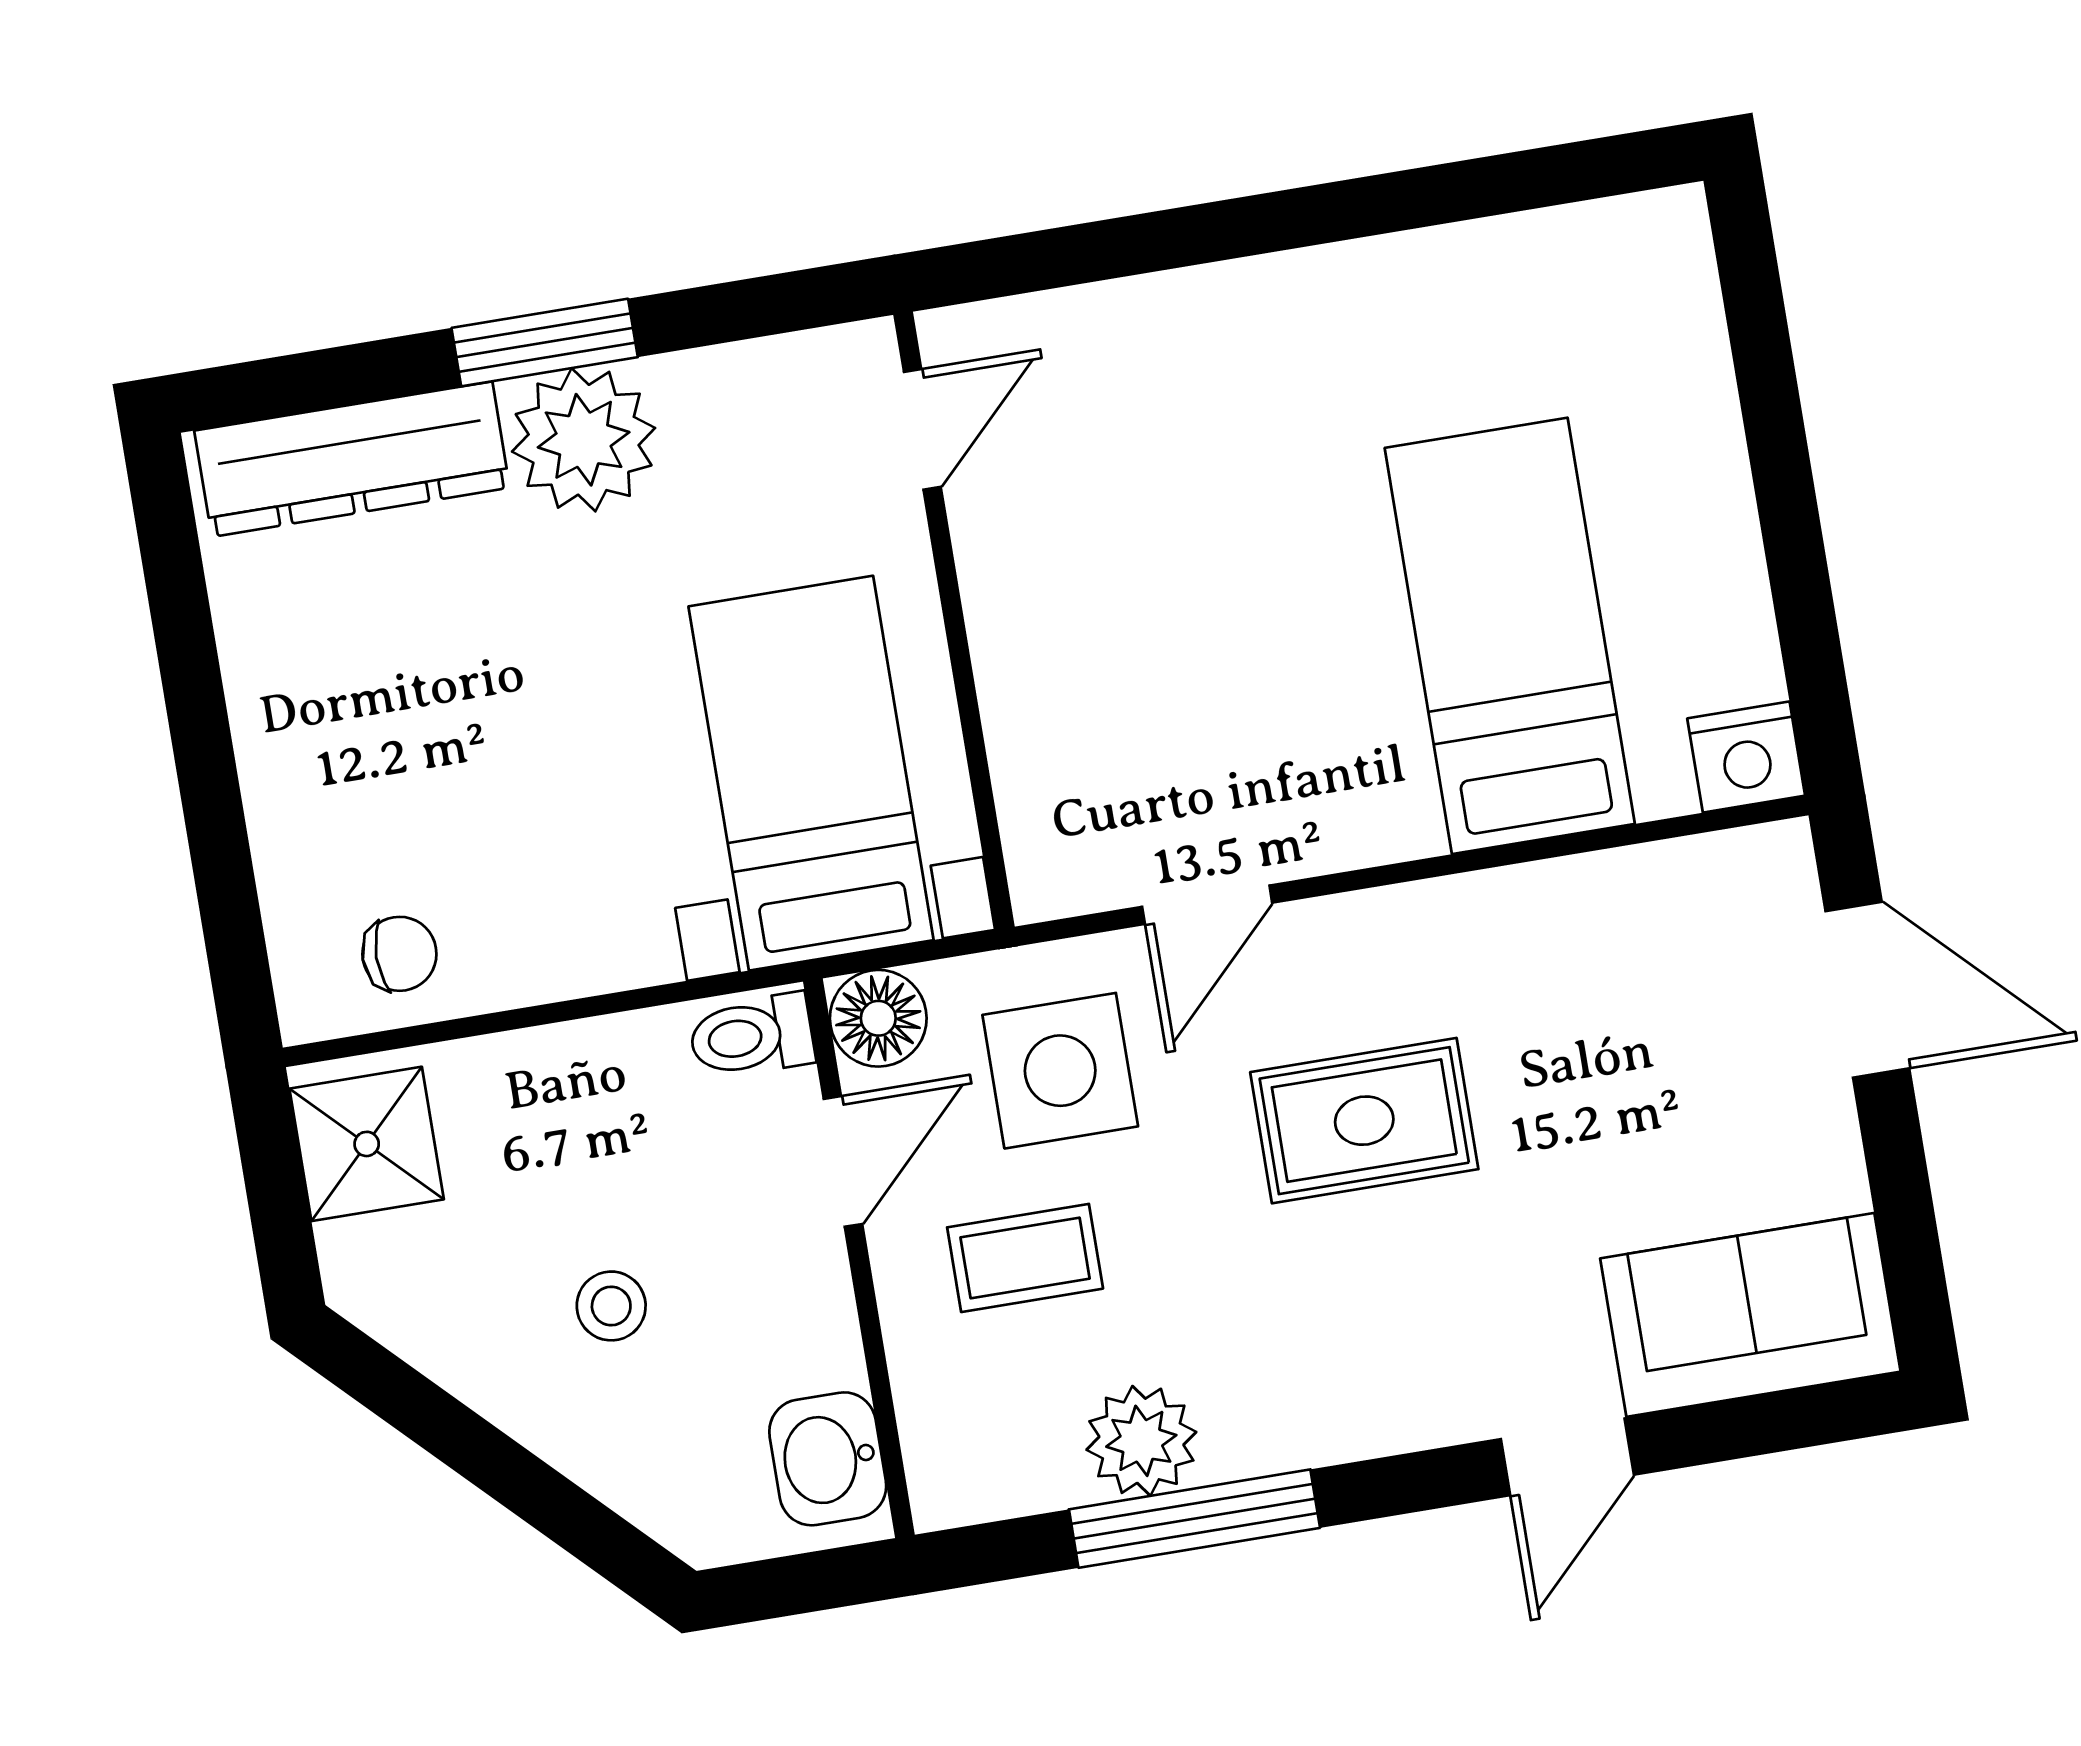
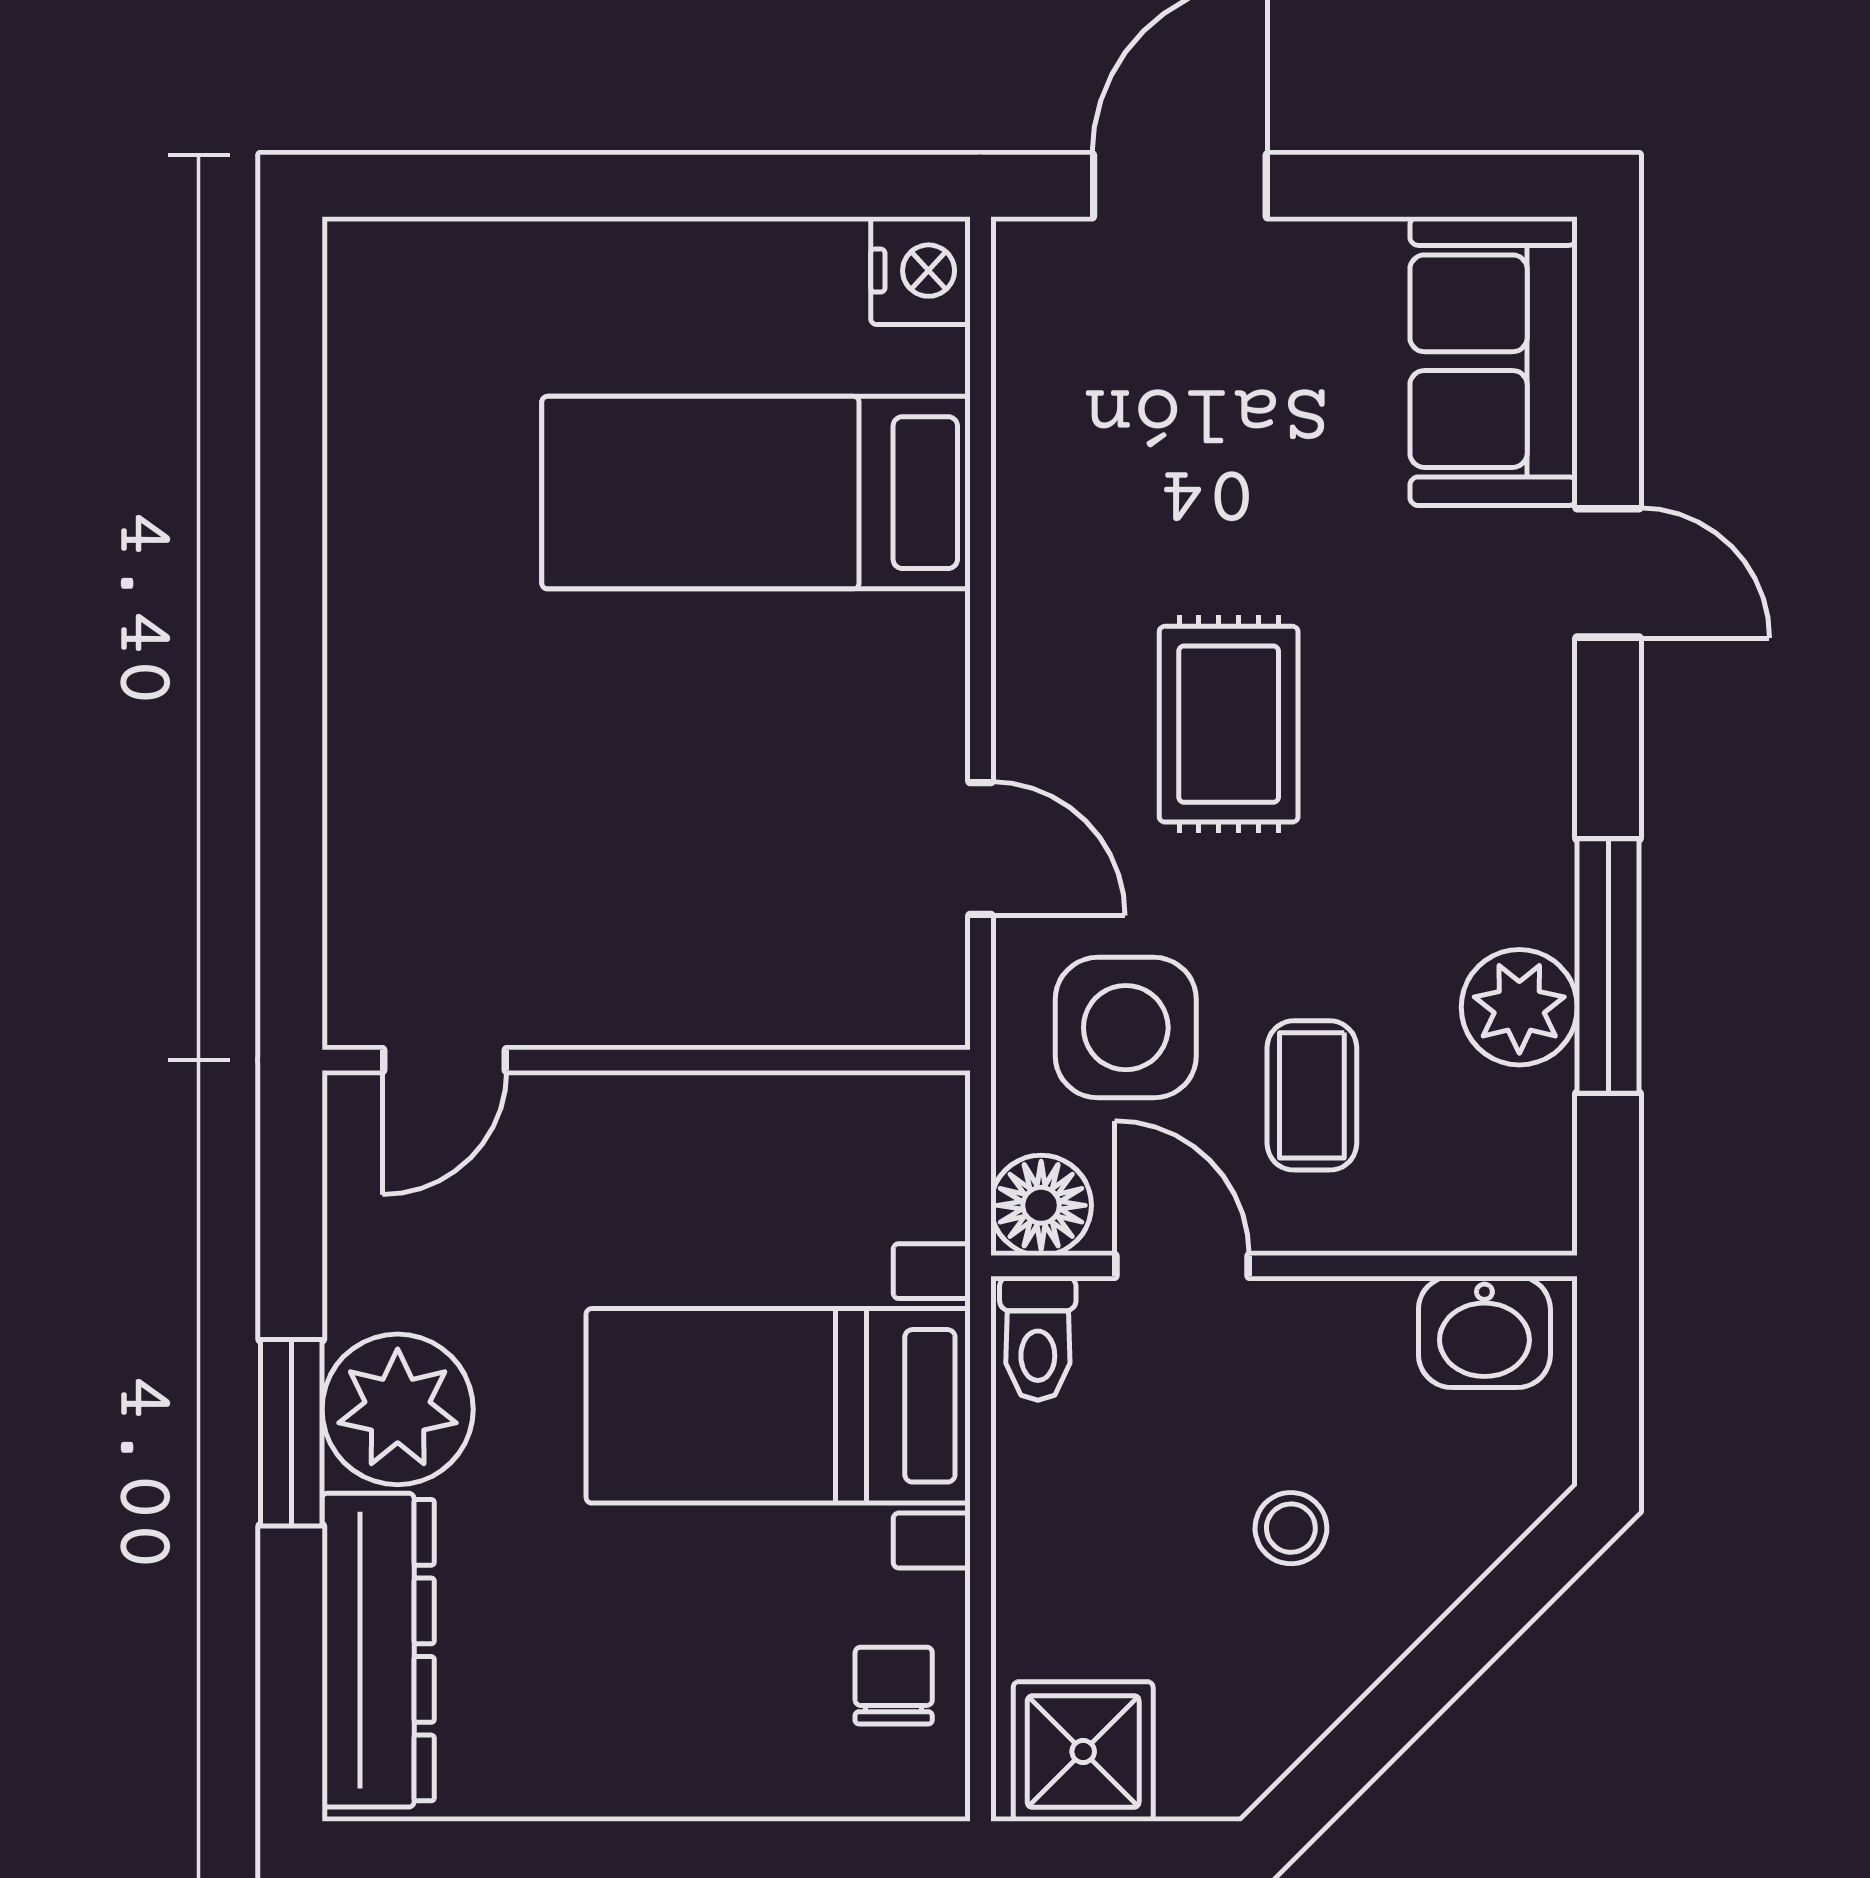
door: (922, 429) -> (445, 1060), swing flipped
bed with nightstands: (811, 773) -> (778, 1406), moved

